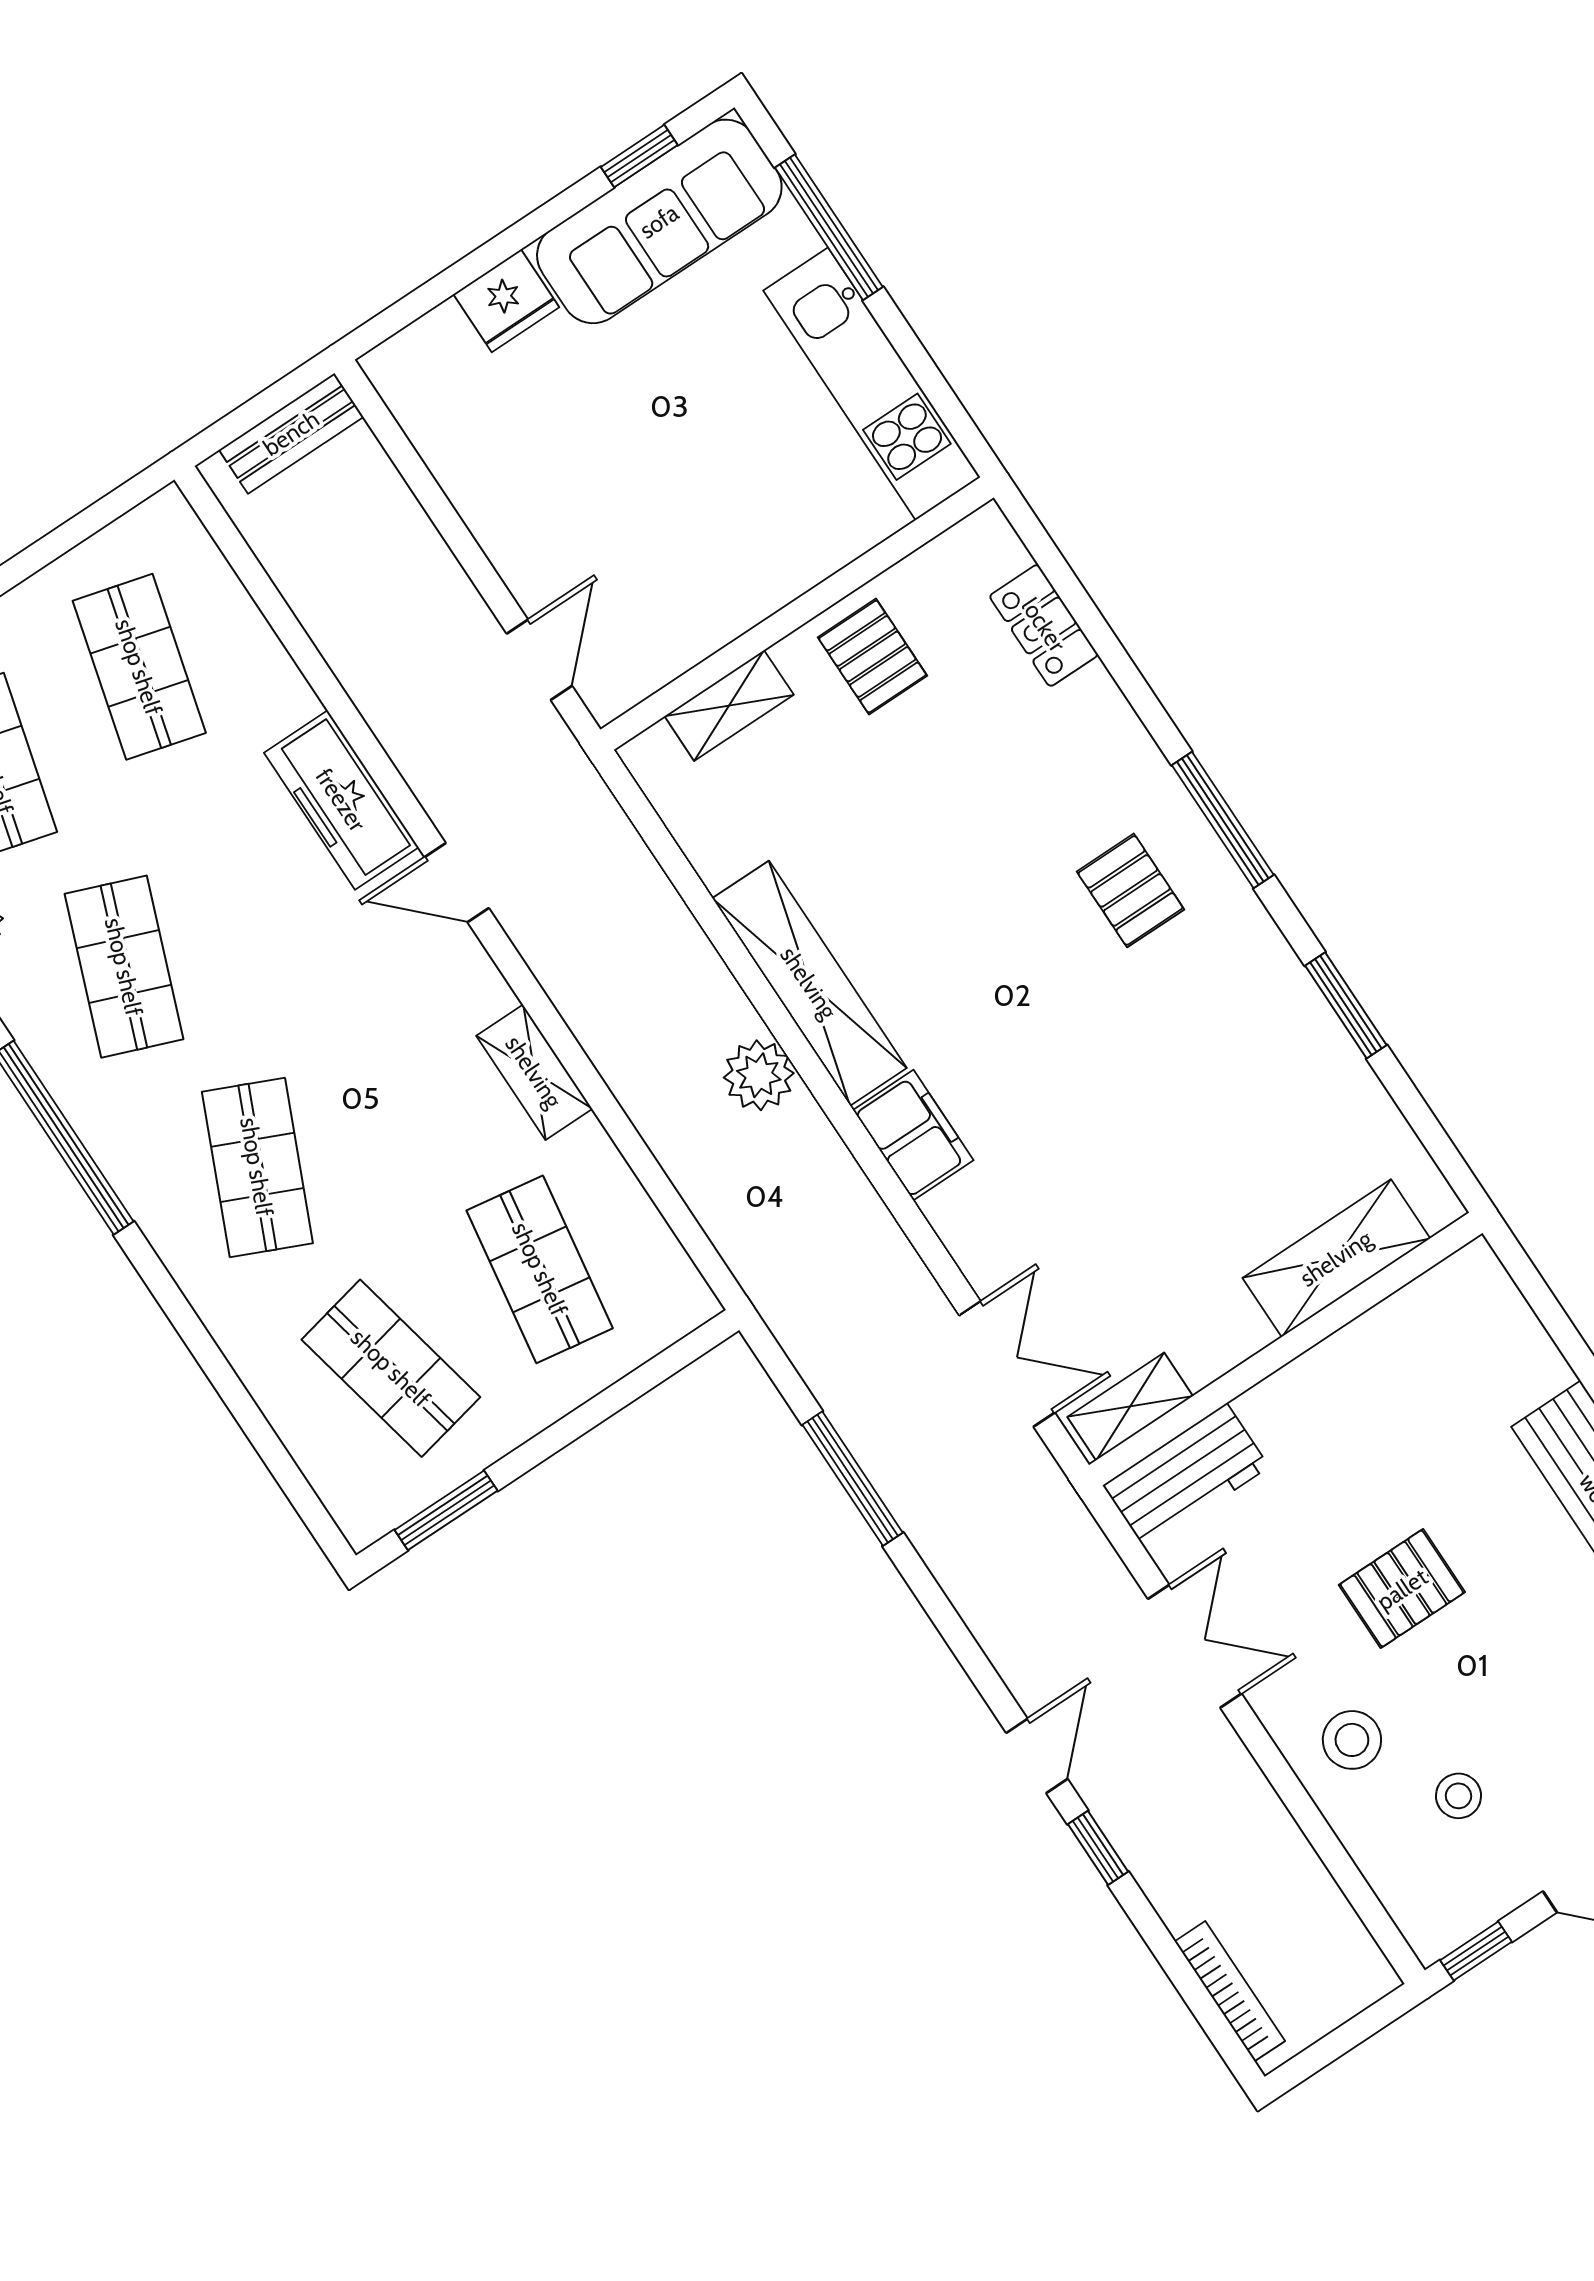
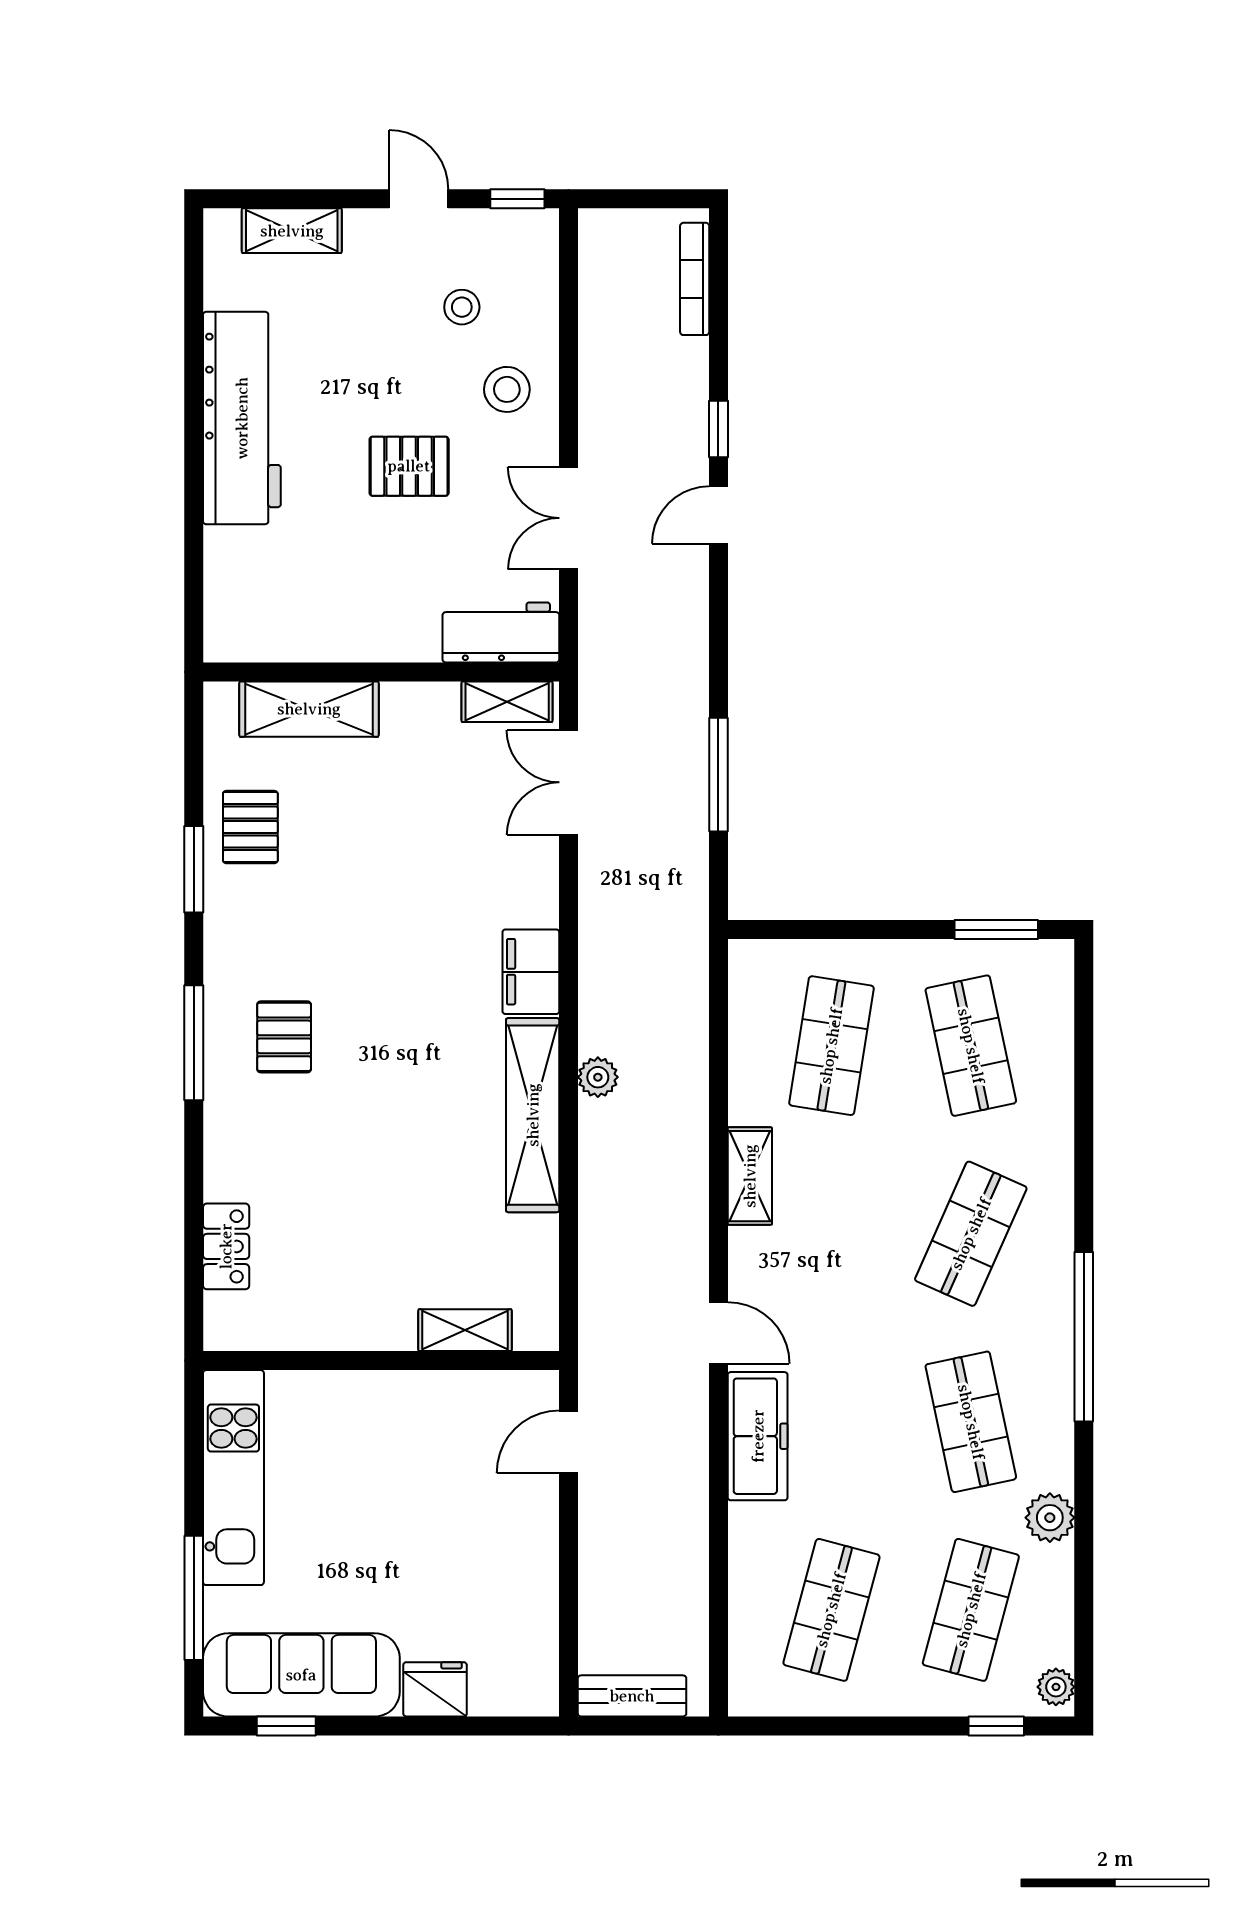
pallet: (873, 657) -> (250, 827), moved
shop shelf: (124, 967) -> (971, 1422), turned -33
plant: (759, 1075) -> (598, 1077), width x0.73, depth x0.73

